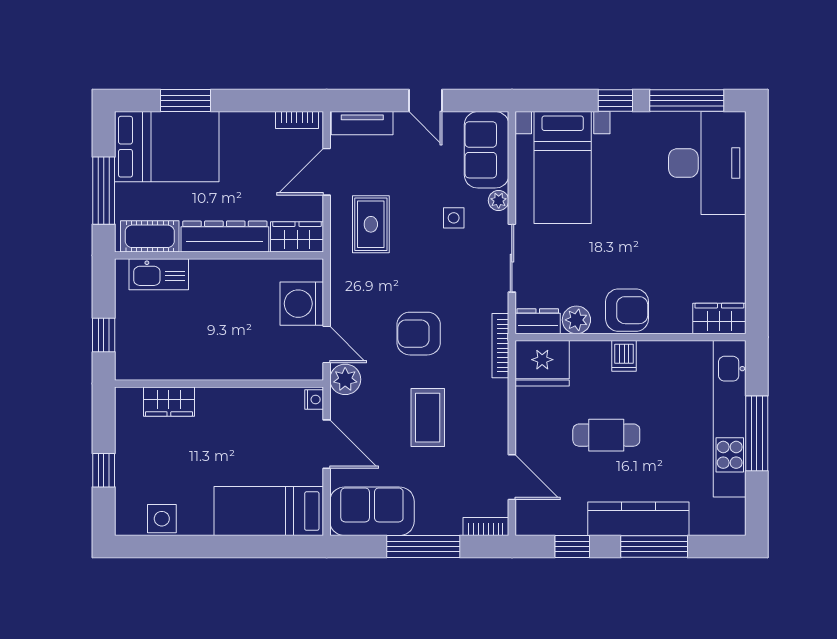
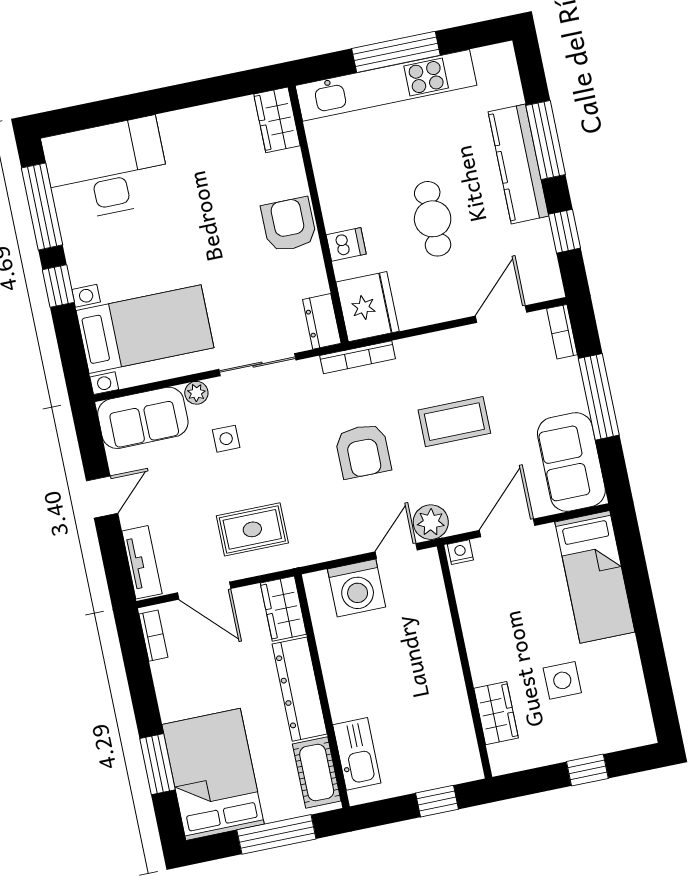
plant: (576, 320) -> (311, 279), removed
dishwasher: (624, 356) -> (346, 244), moved
side table: (162, 519) -> (562, 680), moved

